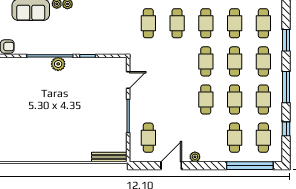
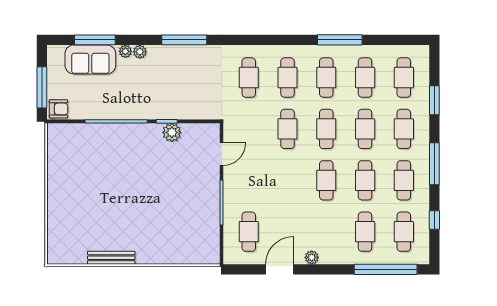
cafe table: (177, 61) -> (288, 129), added
plant: (58, 64) -> (172, 132), moved
bench: (109, 157) -> (111, 258), moved

